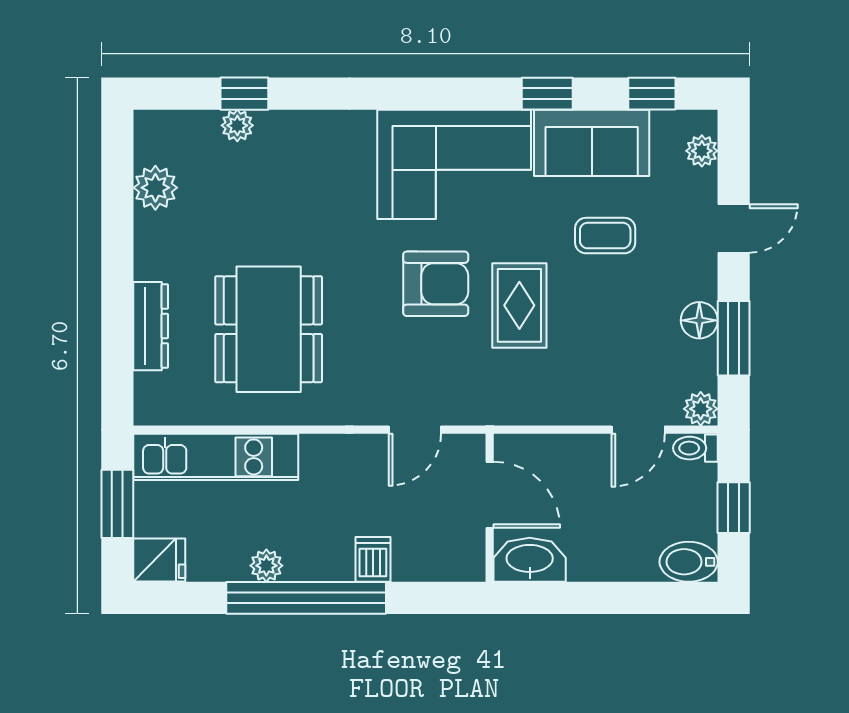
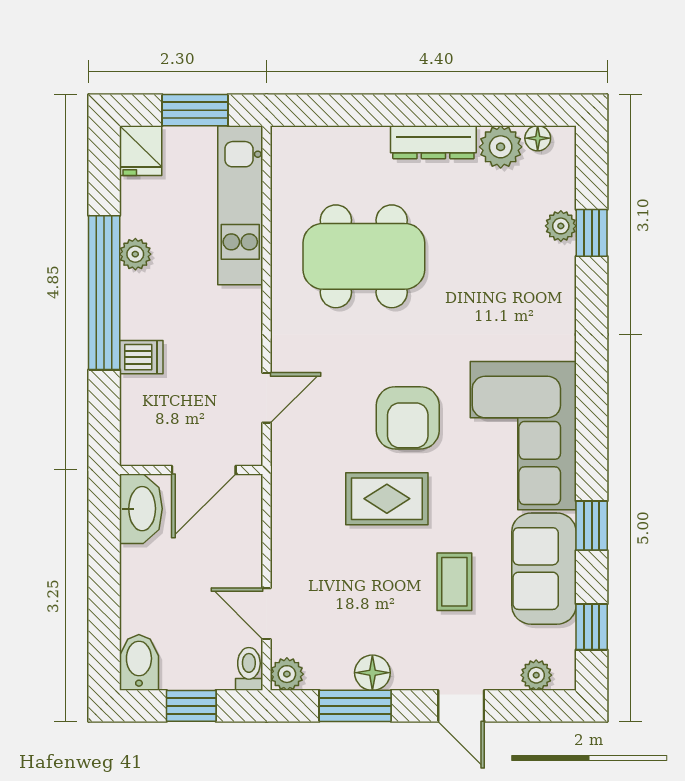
floor lamp: (146, 149) -> (538, 138), added
dresser: (151, 326) -> (433, 142), moved
door: (415, 430) -> (267, 398), swing flipped

